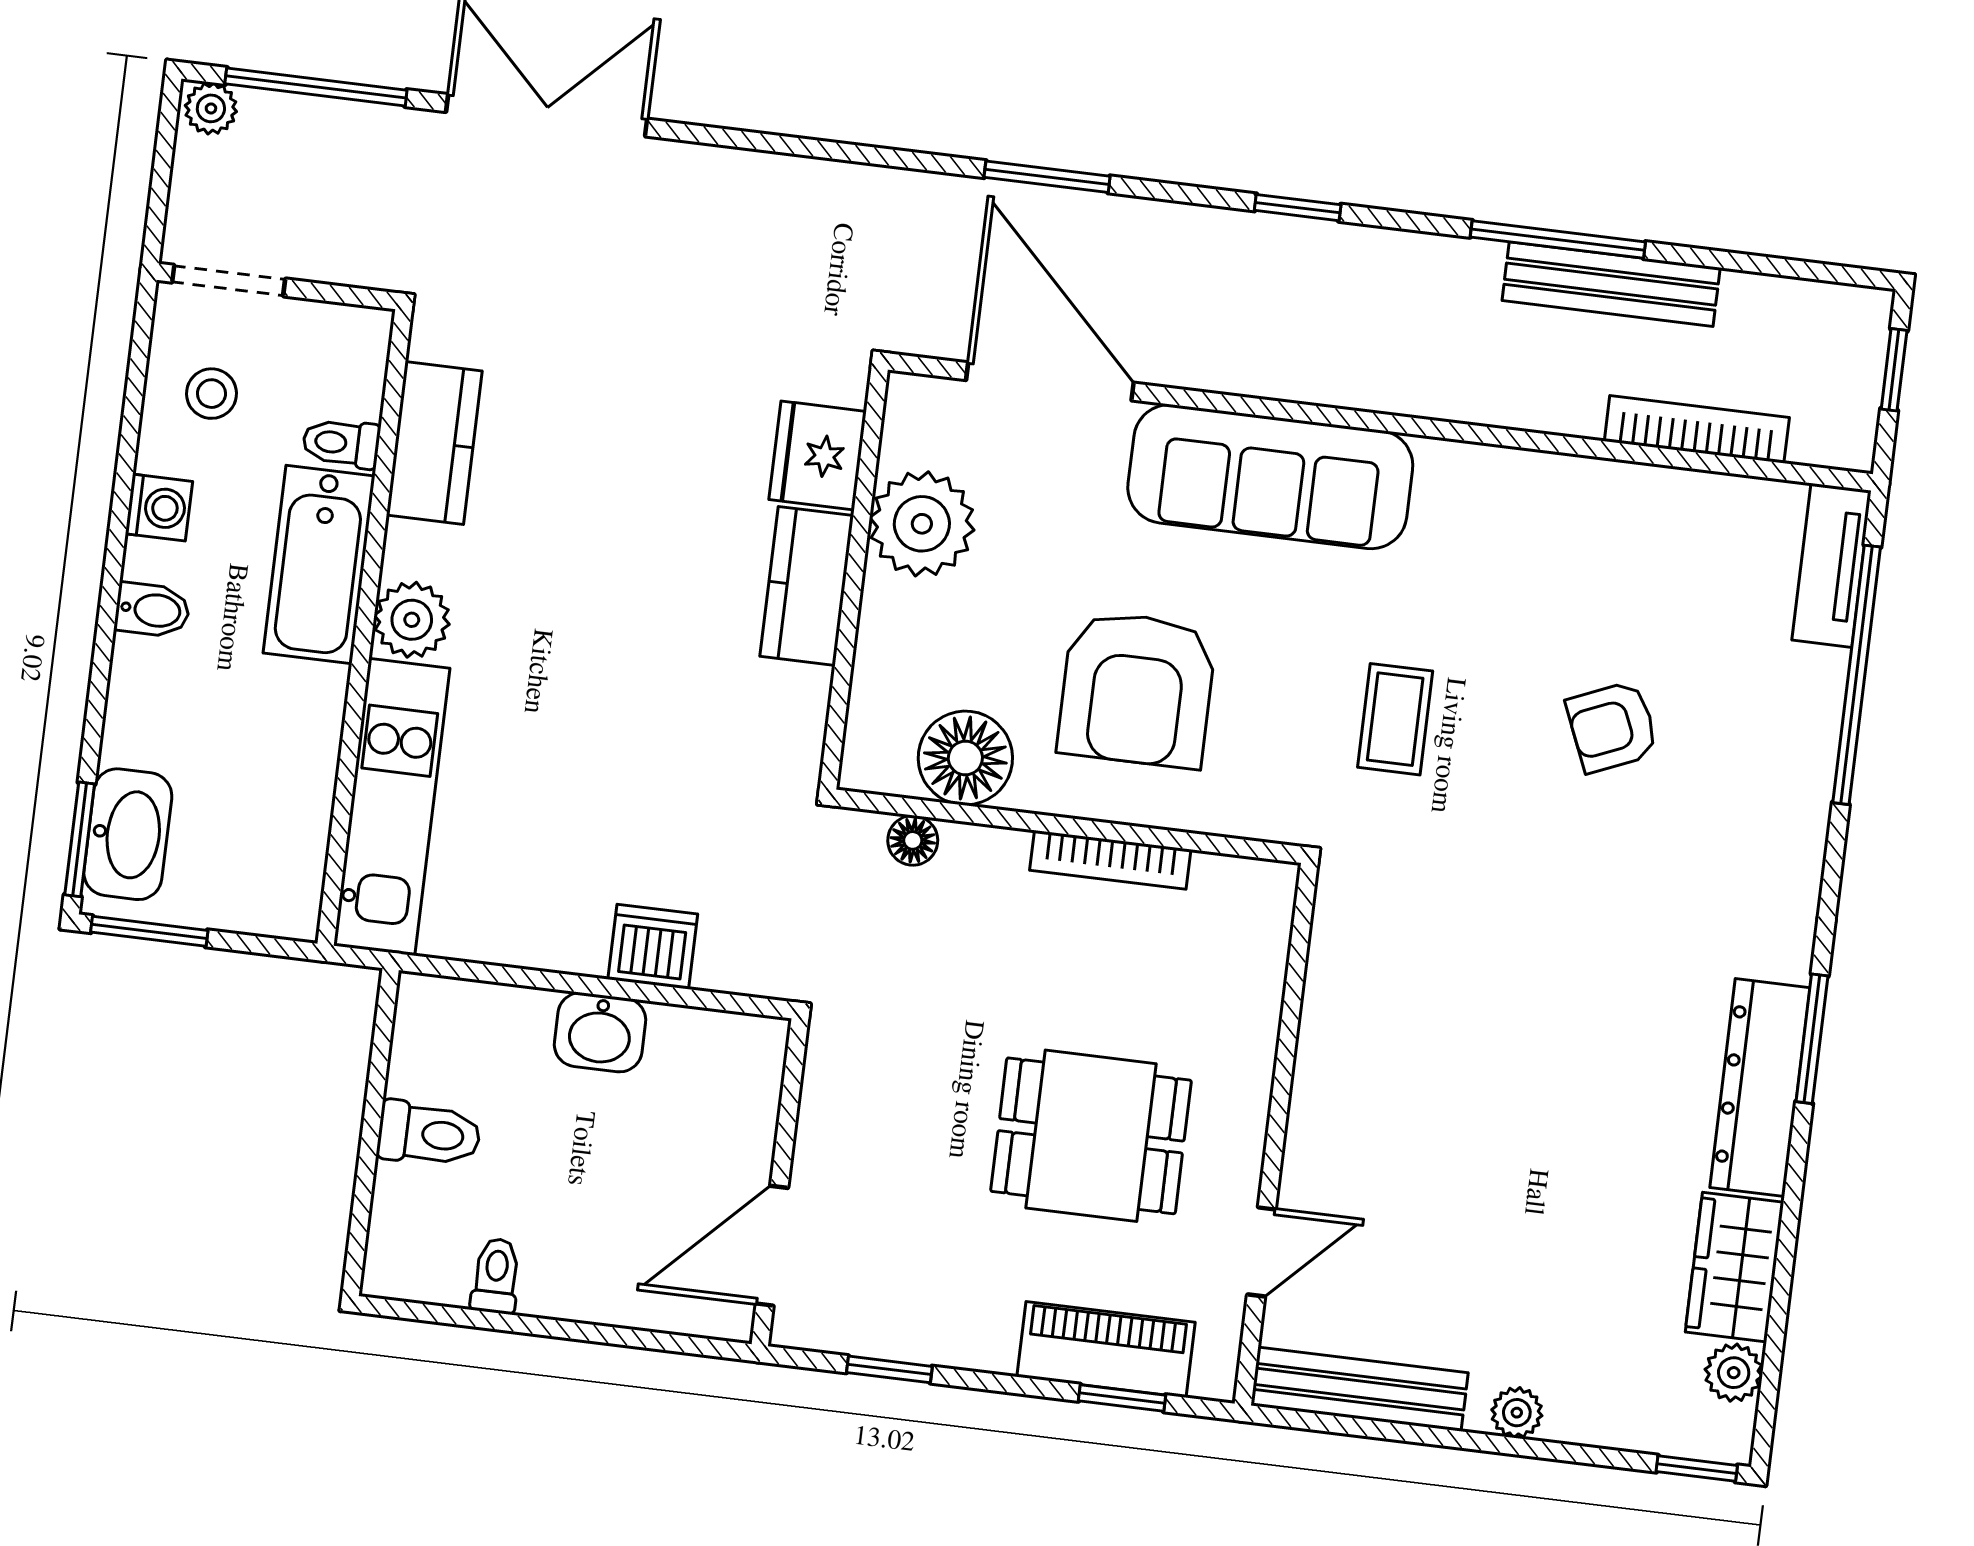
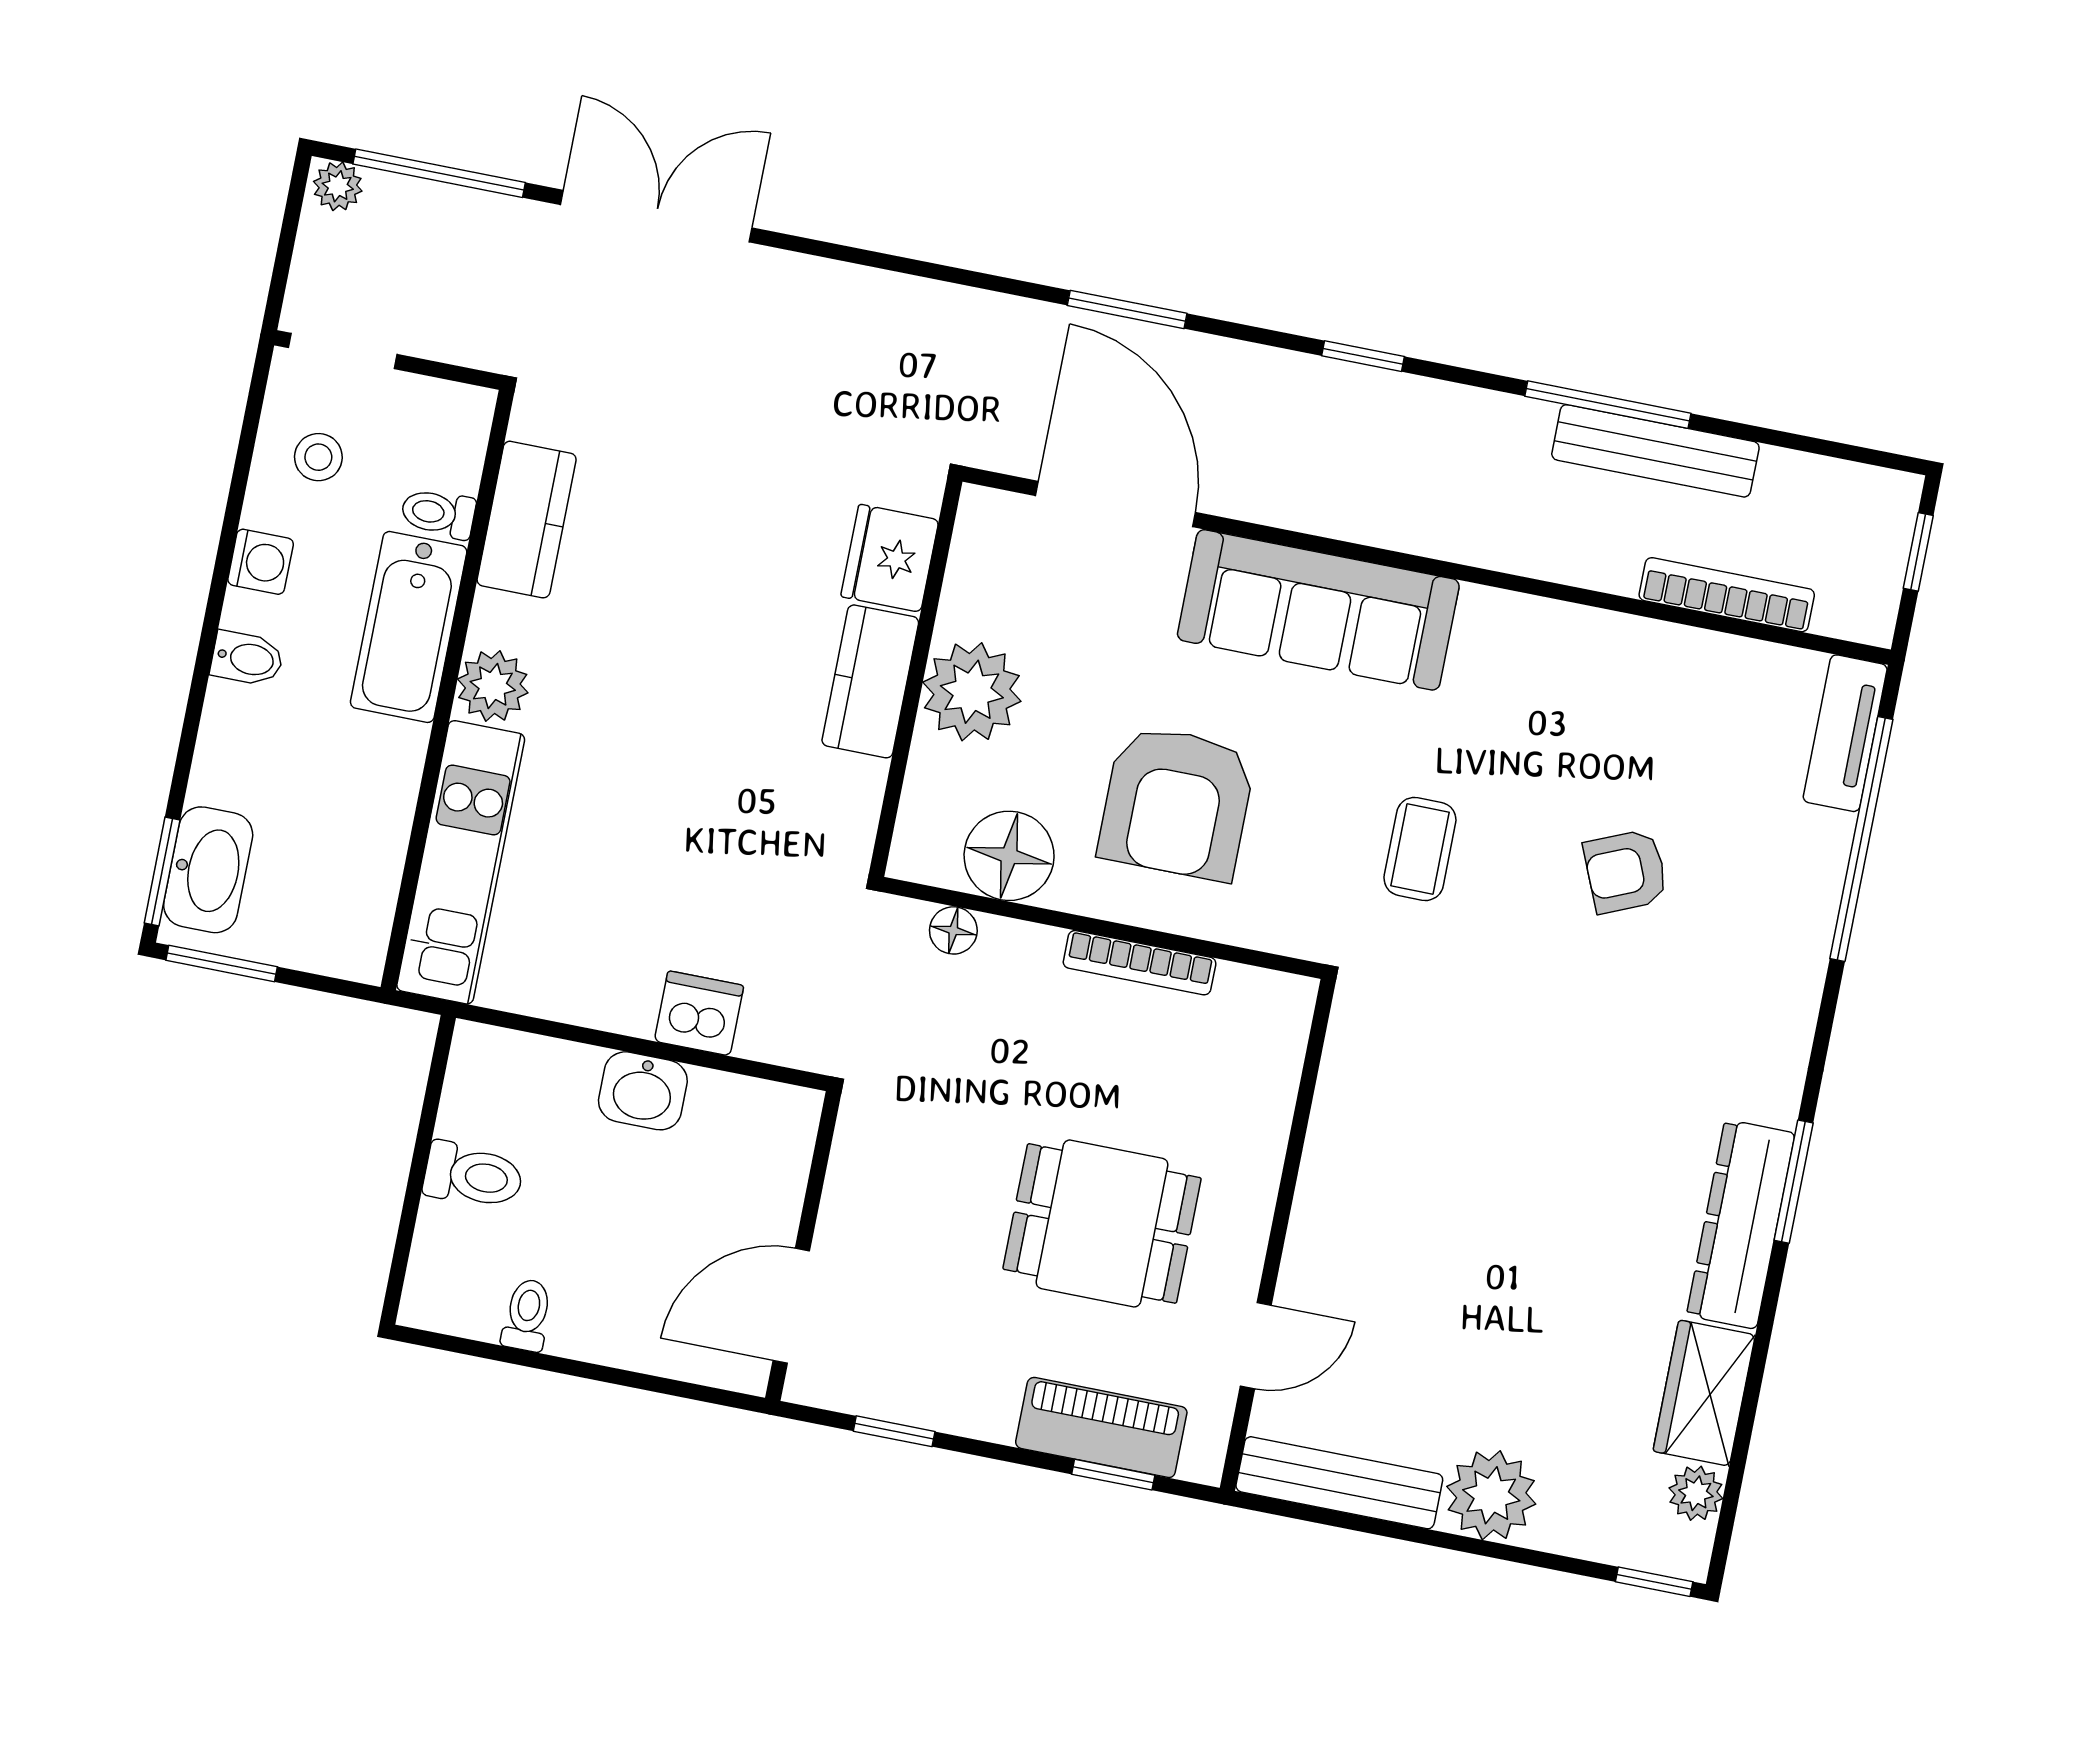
plant: (922, 524) -> (972, 692), moved
plant: (1517, 1413) -> (1491, 1495), width x1.88, depth x1.88

